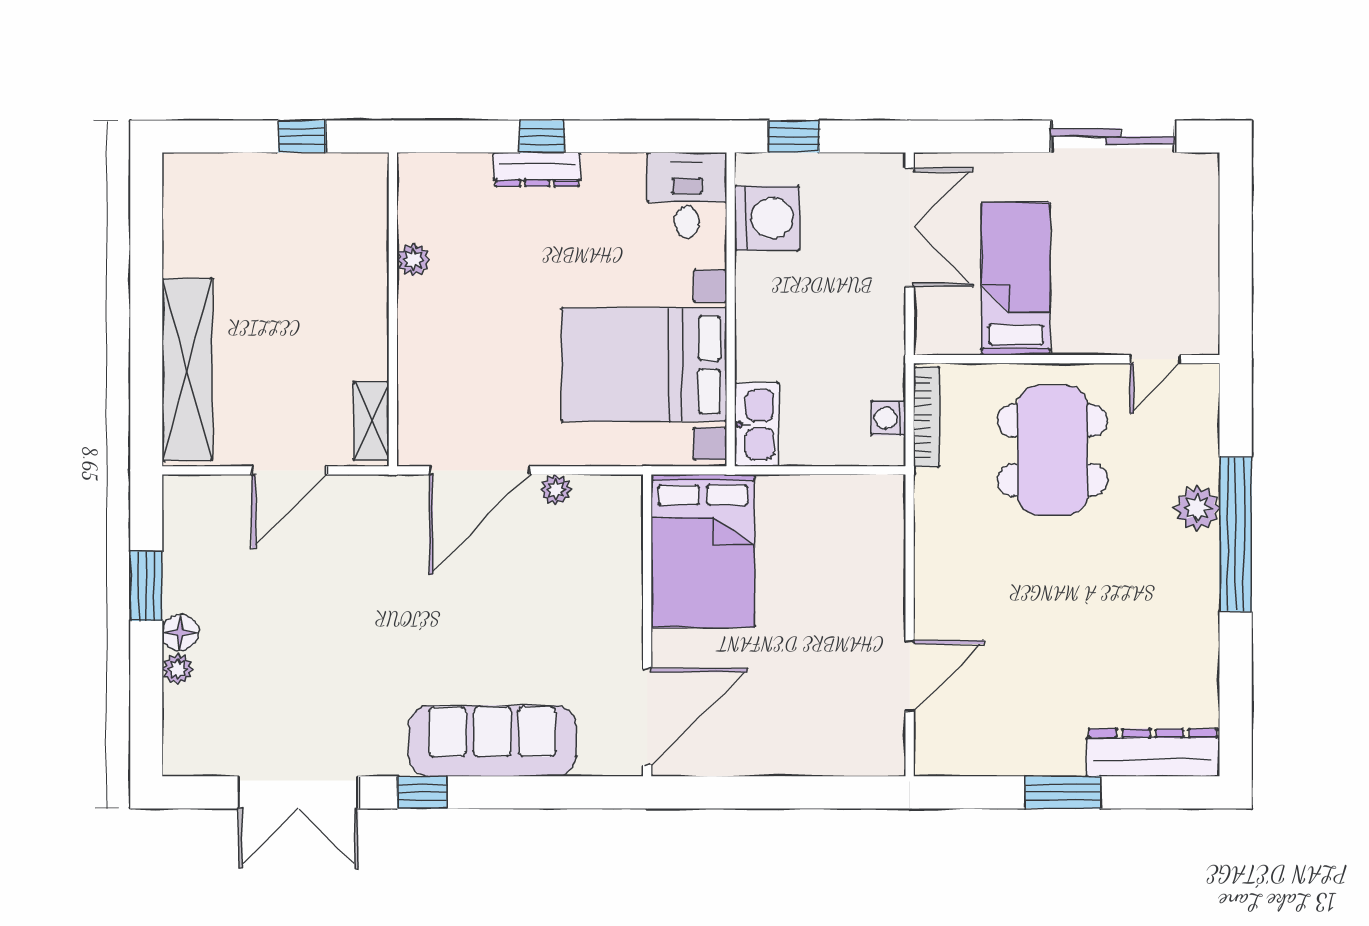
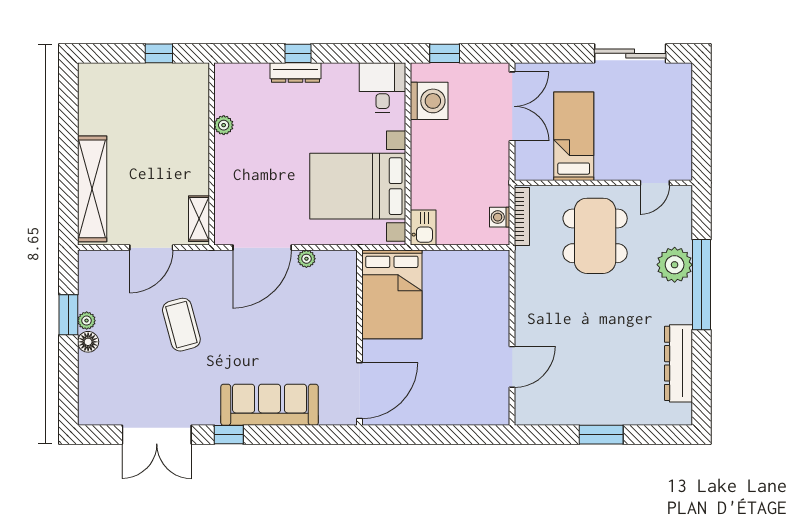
kitchen sink: (757, 425) -> (423, 228), width x0.73
plant: (1197, 508) -> (675, 265), width x1.36, depth x1.36
coffee table: (341, 603) -> (181, 325), added
plant: (178, 669) -> (87, 321), moved
dresser: (1153, 753) -> (678, 363), moved, turned -90

